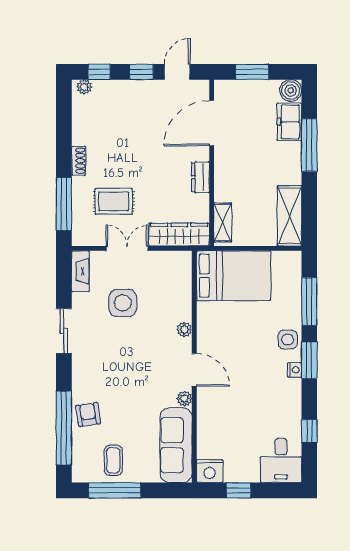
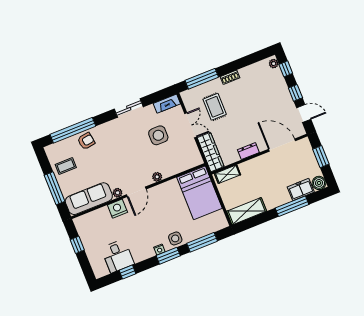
desk: (281, 460) -> (118, 256), moved, turned -90
nightstand: (210, 471) -> (117, 209), moved, turned 90
window: (115, 490) -> (55, 188), moved

